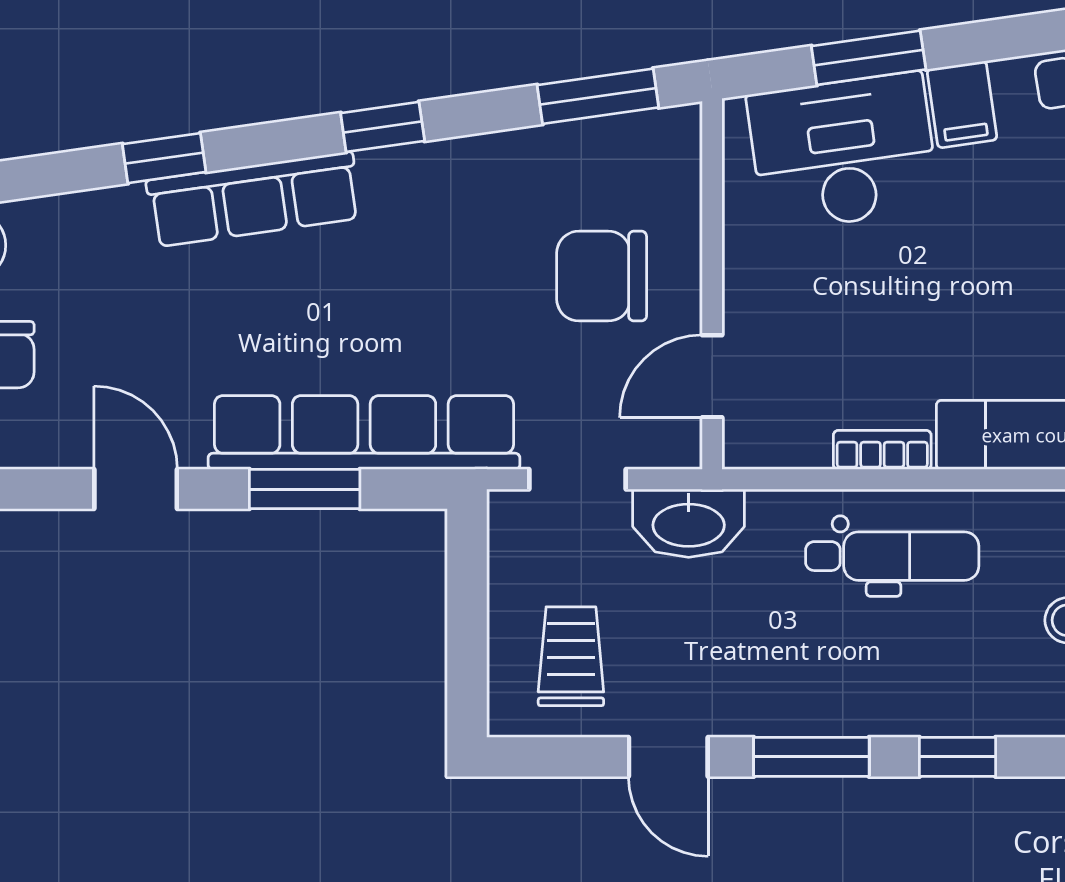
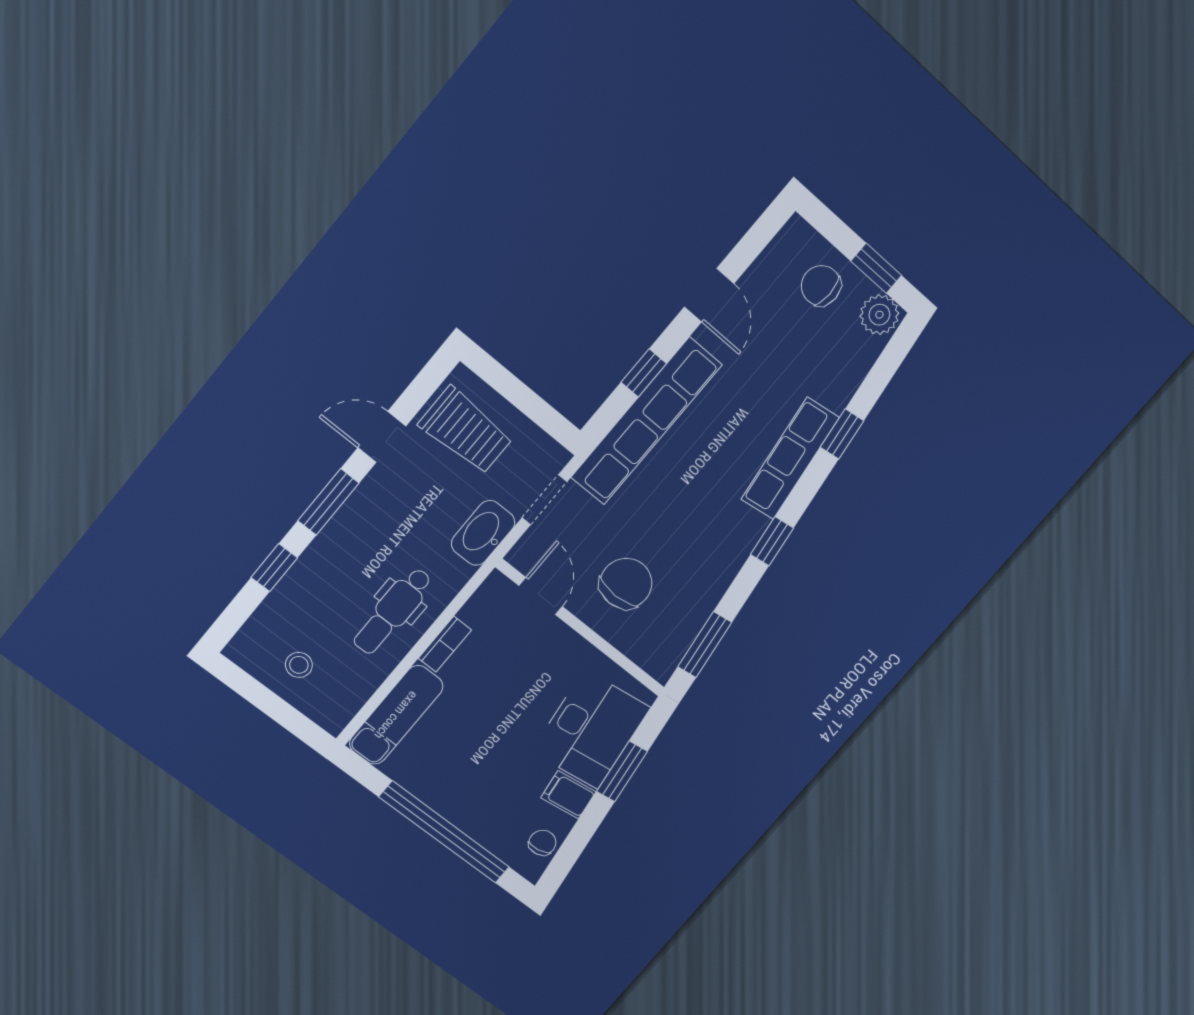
door: (136, 489) -> (709, 295), hinge flipped
window: (305, 489) -> (644, 373), width x0.67
trolley: (571, 656) -> (466, 431), width x1.36, depth x1.39

